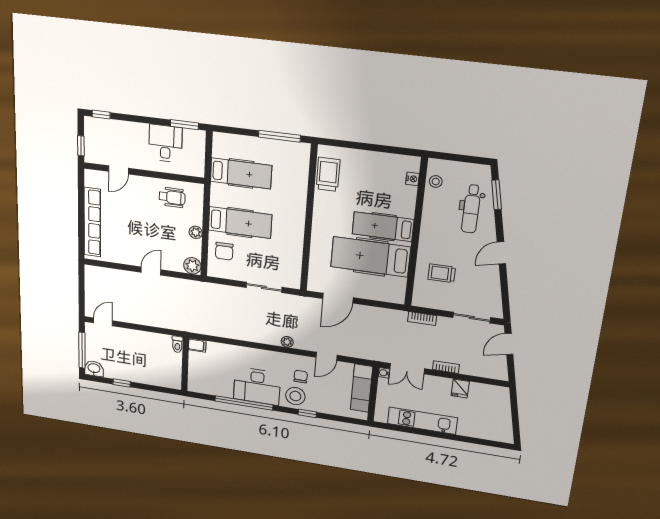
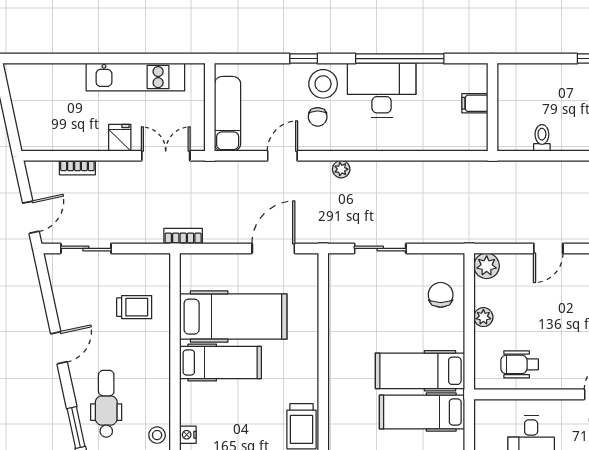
hospital bed: (240, 223) -> (420, 371), moved
bookcase: (422, 319) -> (183, 236), moved
toilet: (177, 344) -> (542, 138), moved
filing cabinet: (197, 345) -> (475, 103), moved
bookcase: (446, 367) -> (77, 168), moved
water cooler: (384, 373) -> (198, 144), removed
fridge: (460, 388) -> (120, 138), moved

